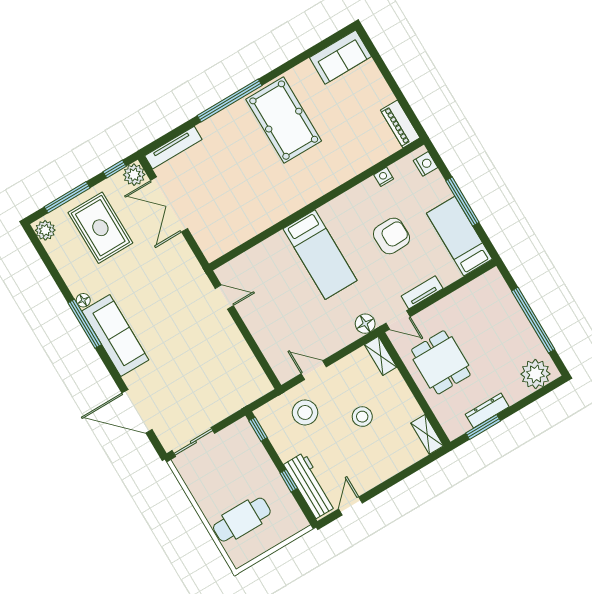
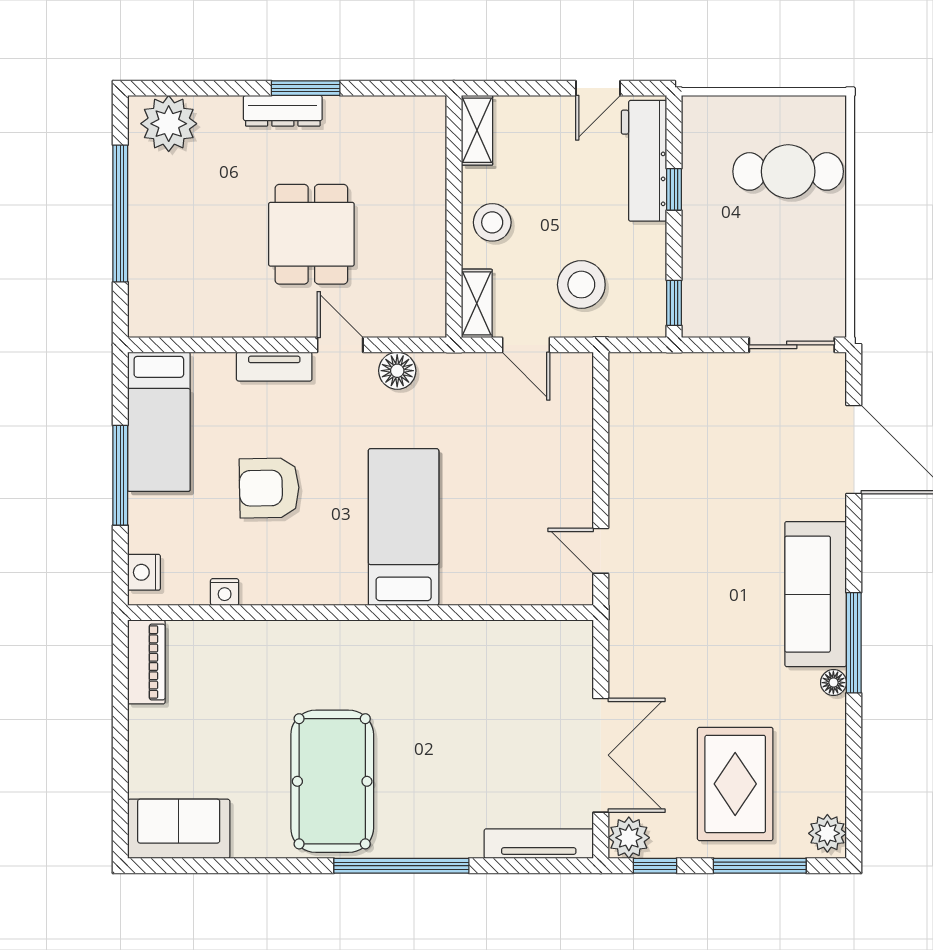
shelving: (381, 356) -> (477, 303), moved
wall: (414, 389) -> (454, 216), moved
shelving: (427, 434) -> (477, 130), moved

